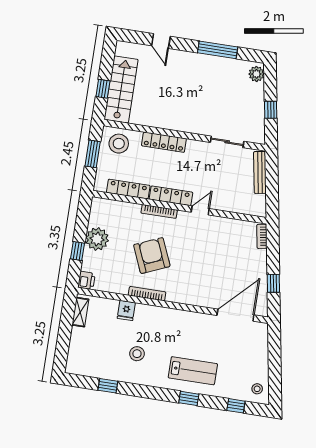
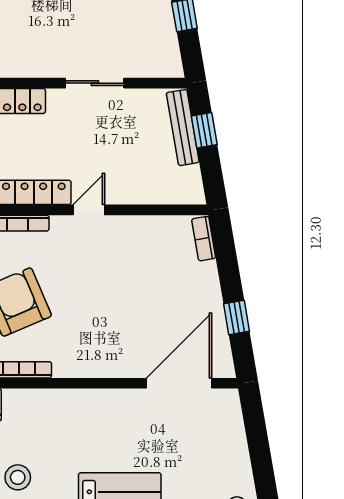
sliding door: (227, 142) -> (95, 83), moved
window: (272, 176) -> (204, 130), added

